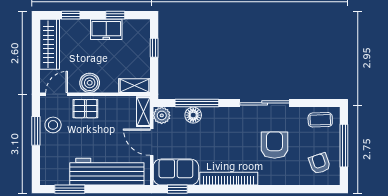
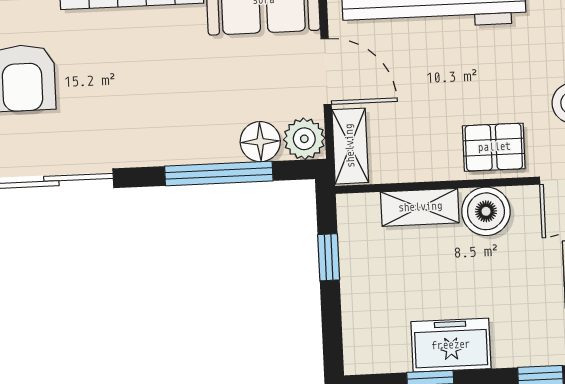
window: (154, 48) -> (329, 257), moved
shelving: (134, 86) -> (420, 207), moved
floor lamp: (193, 115) -> (260, 142), moved

